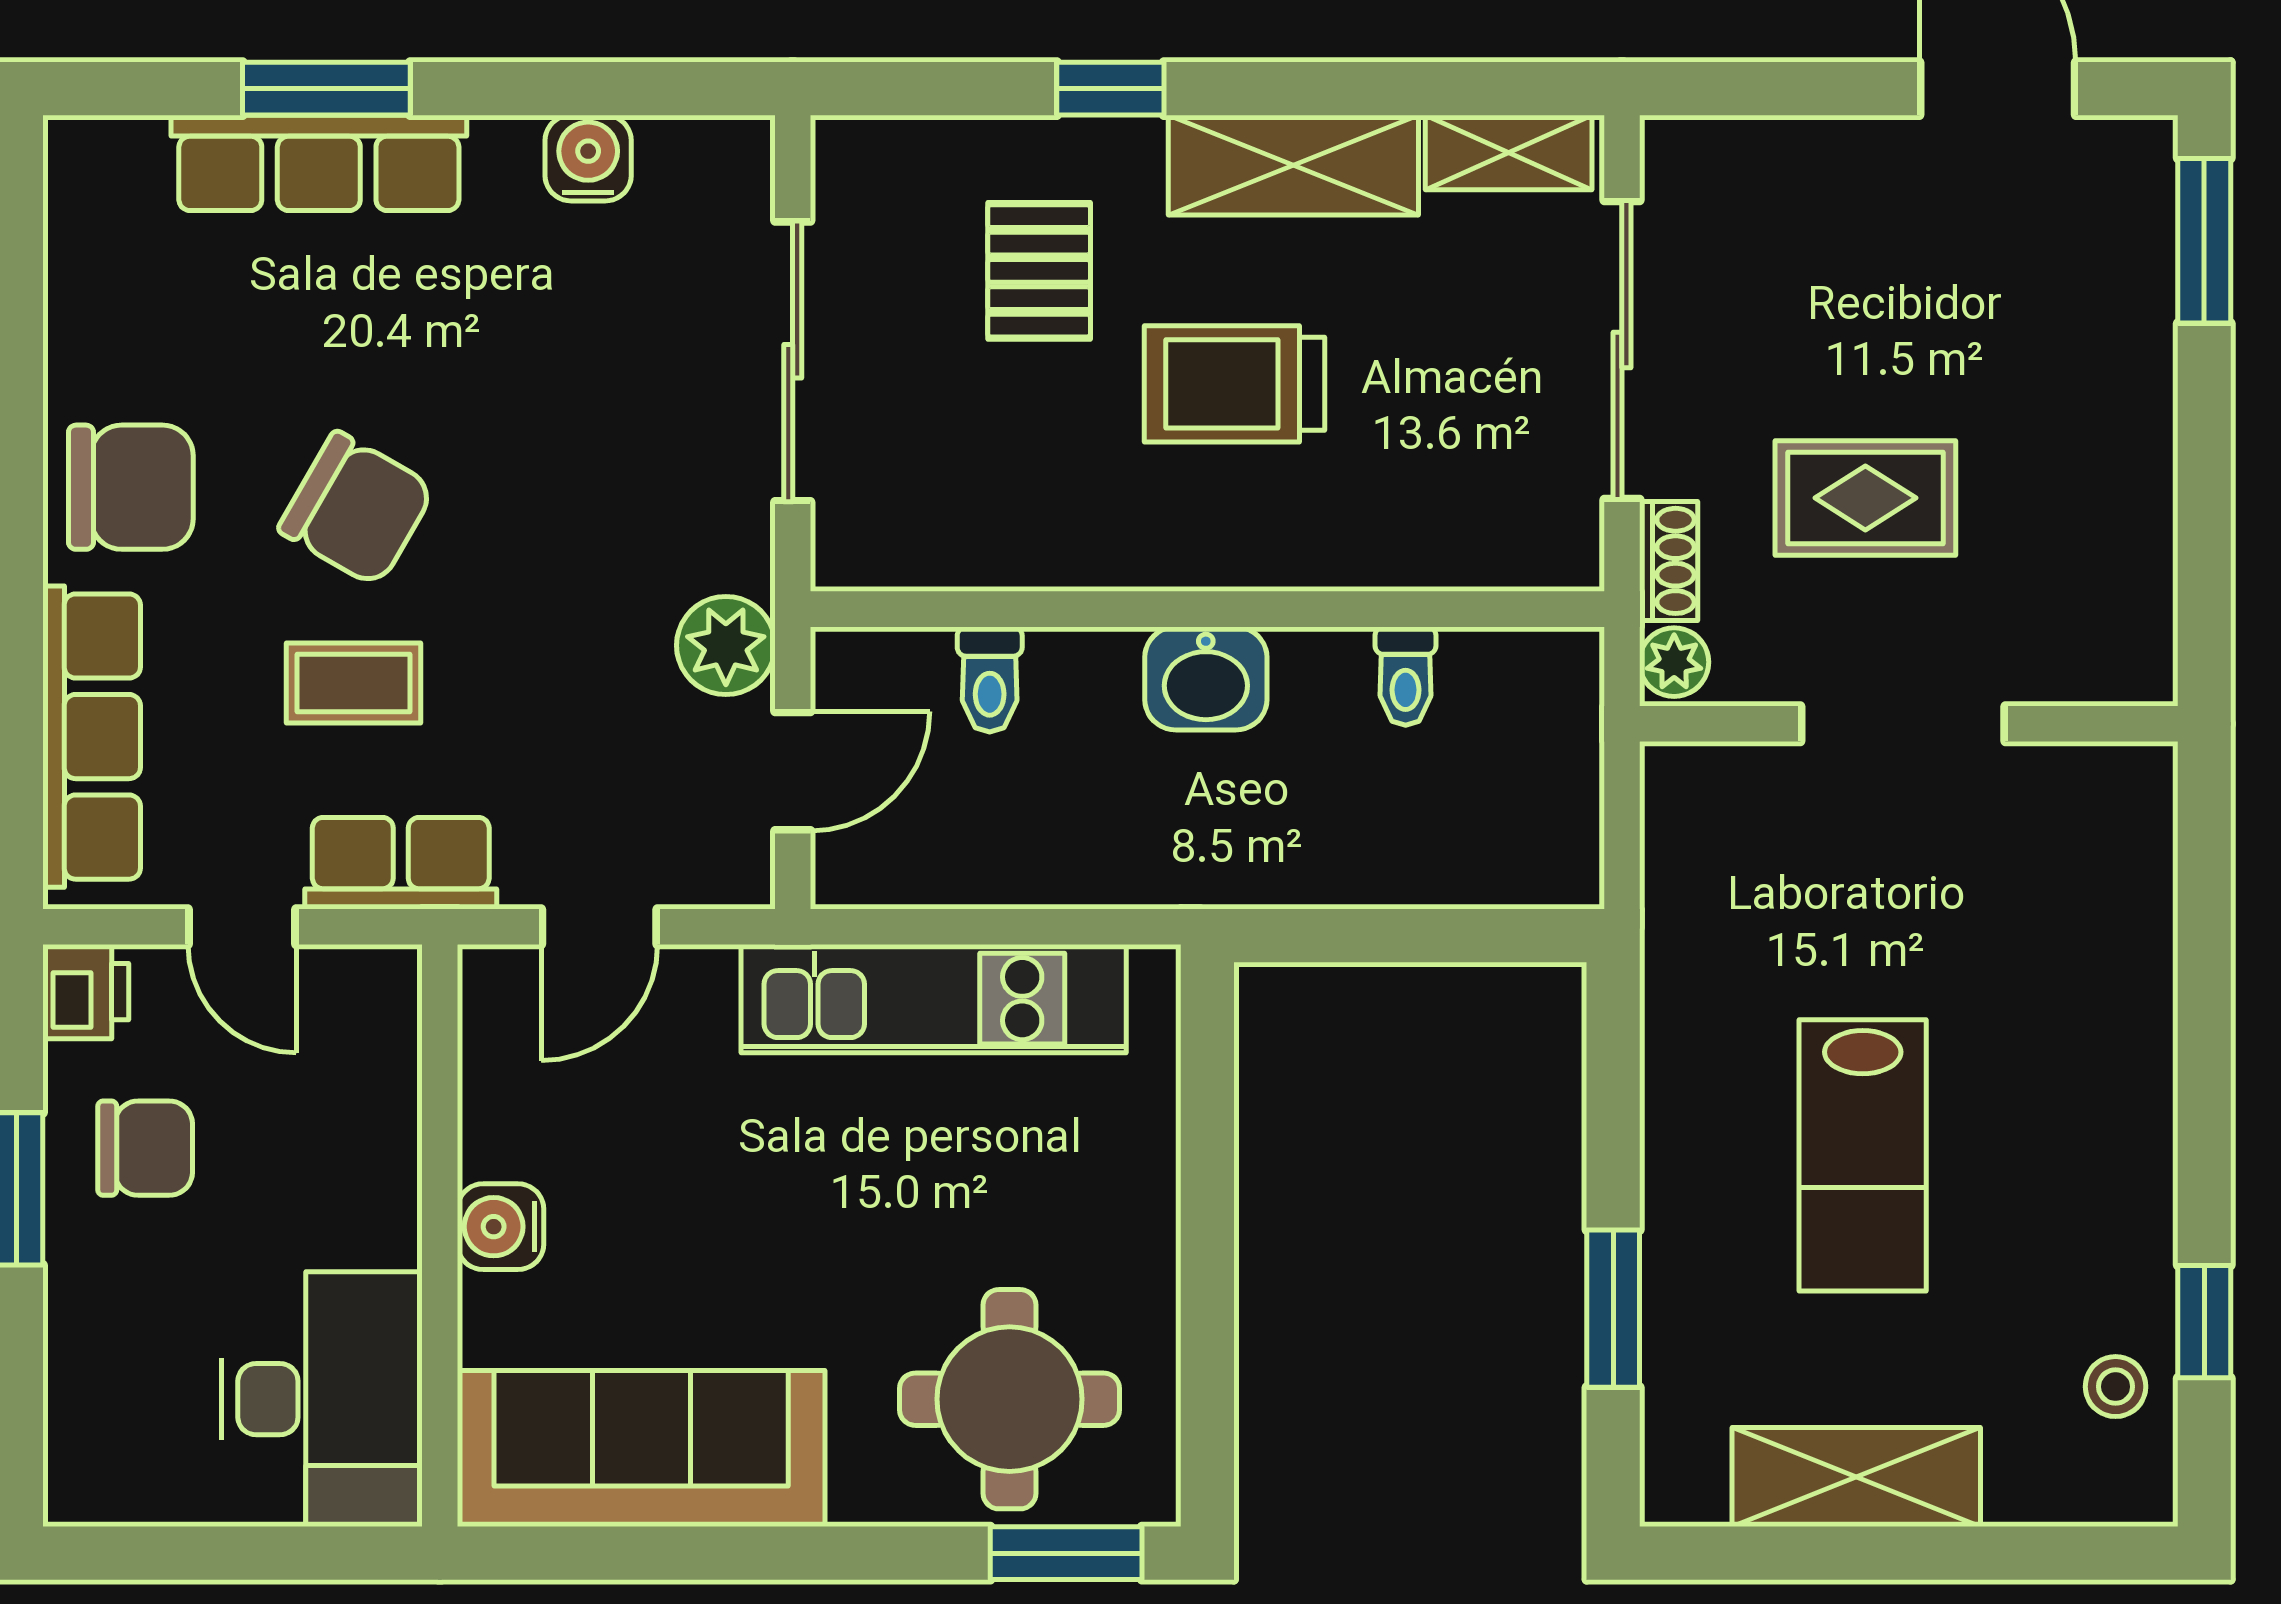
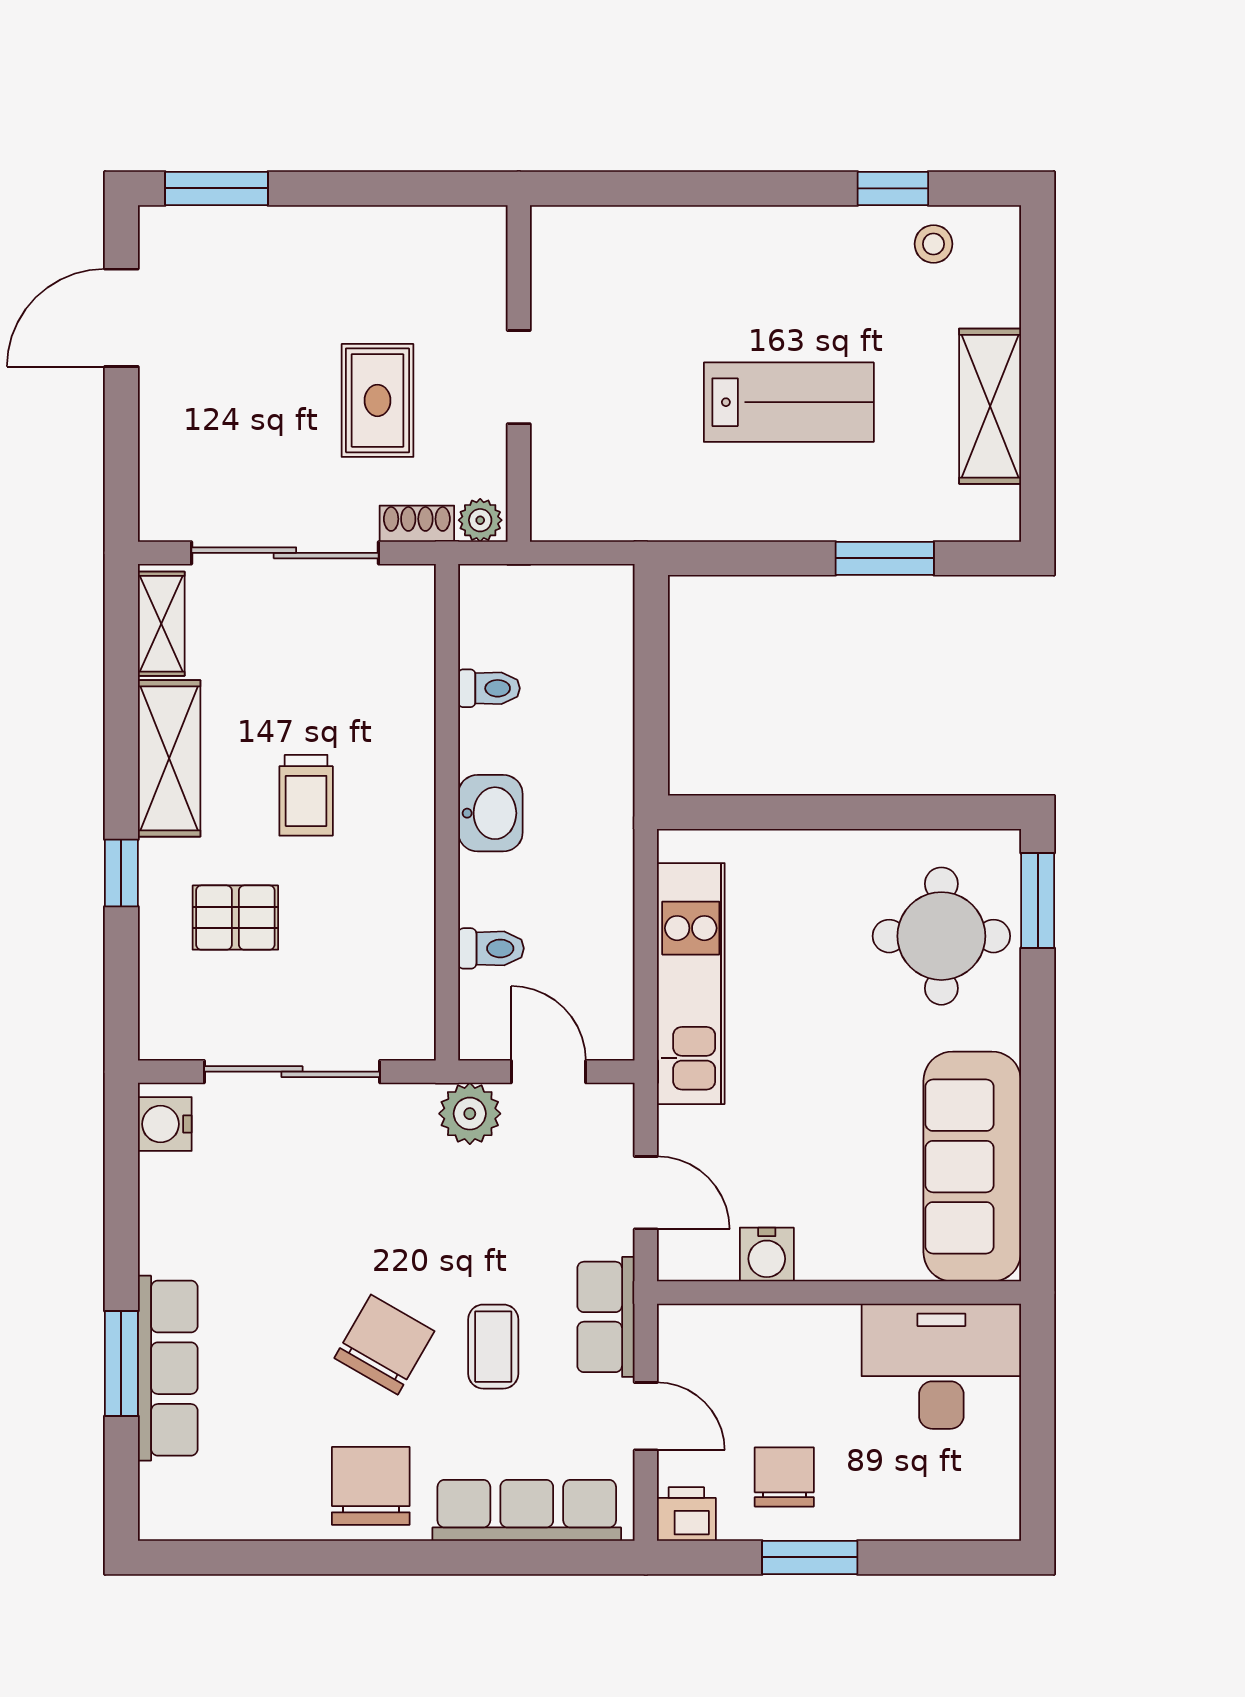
water cooler: (588, 158) -> (165, 1124), moved
trolley: (1234, 384) -> (306, 795), width x0.73, depth x0.72
doorway: (1903, 724) -> (519, 377), width x0.73
door: (242, 927) -> (646, 1416), hinge flipped
water cooler: (501, 1227) -> (767, 1255), moved

